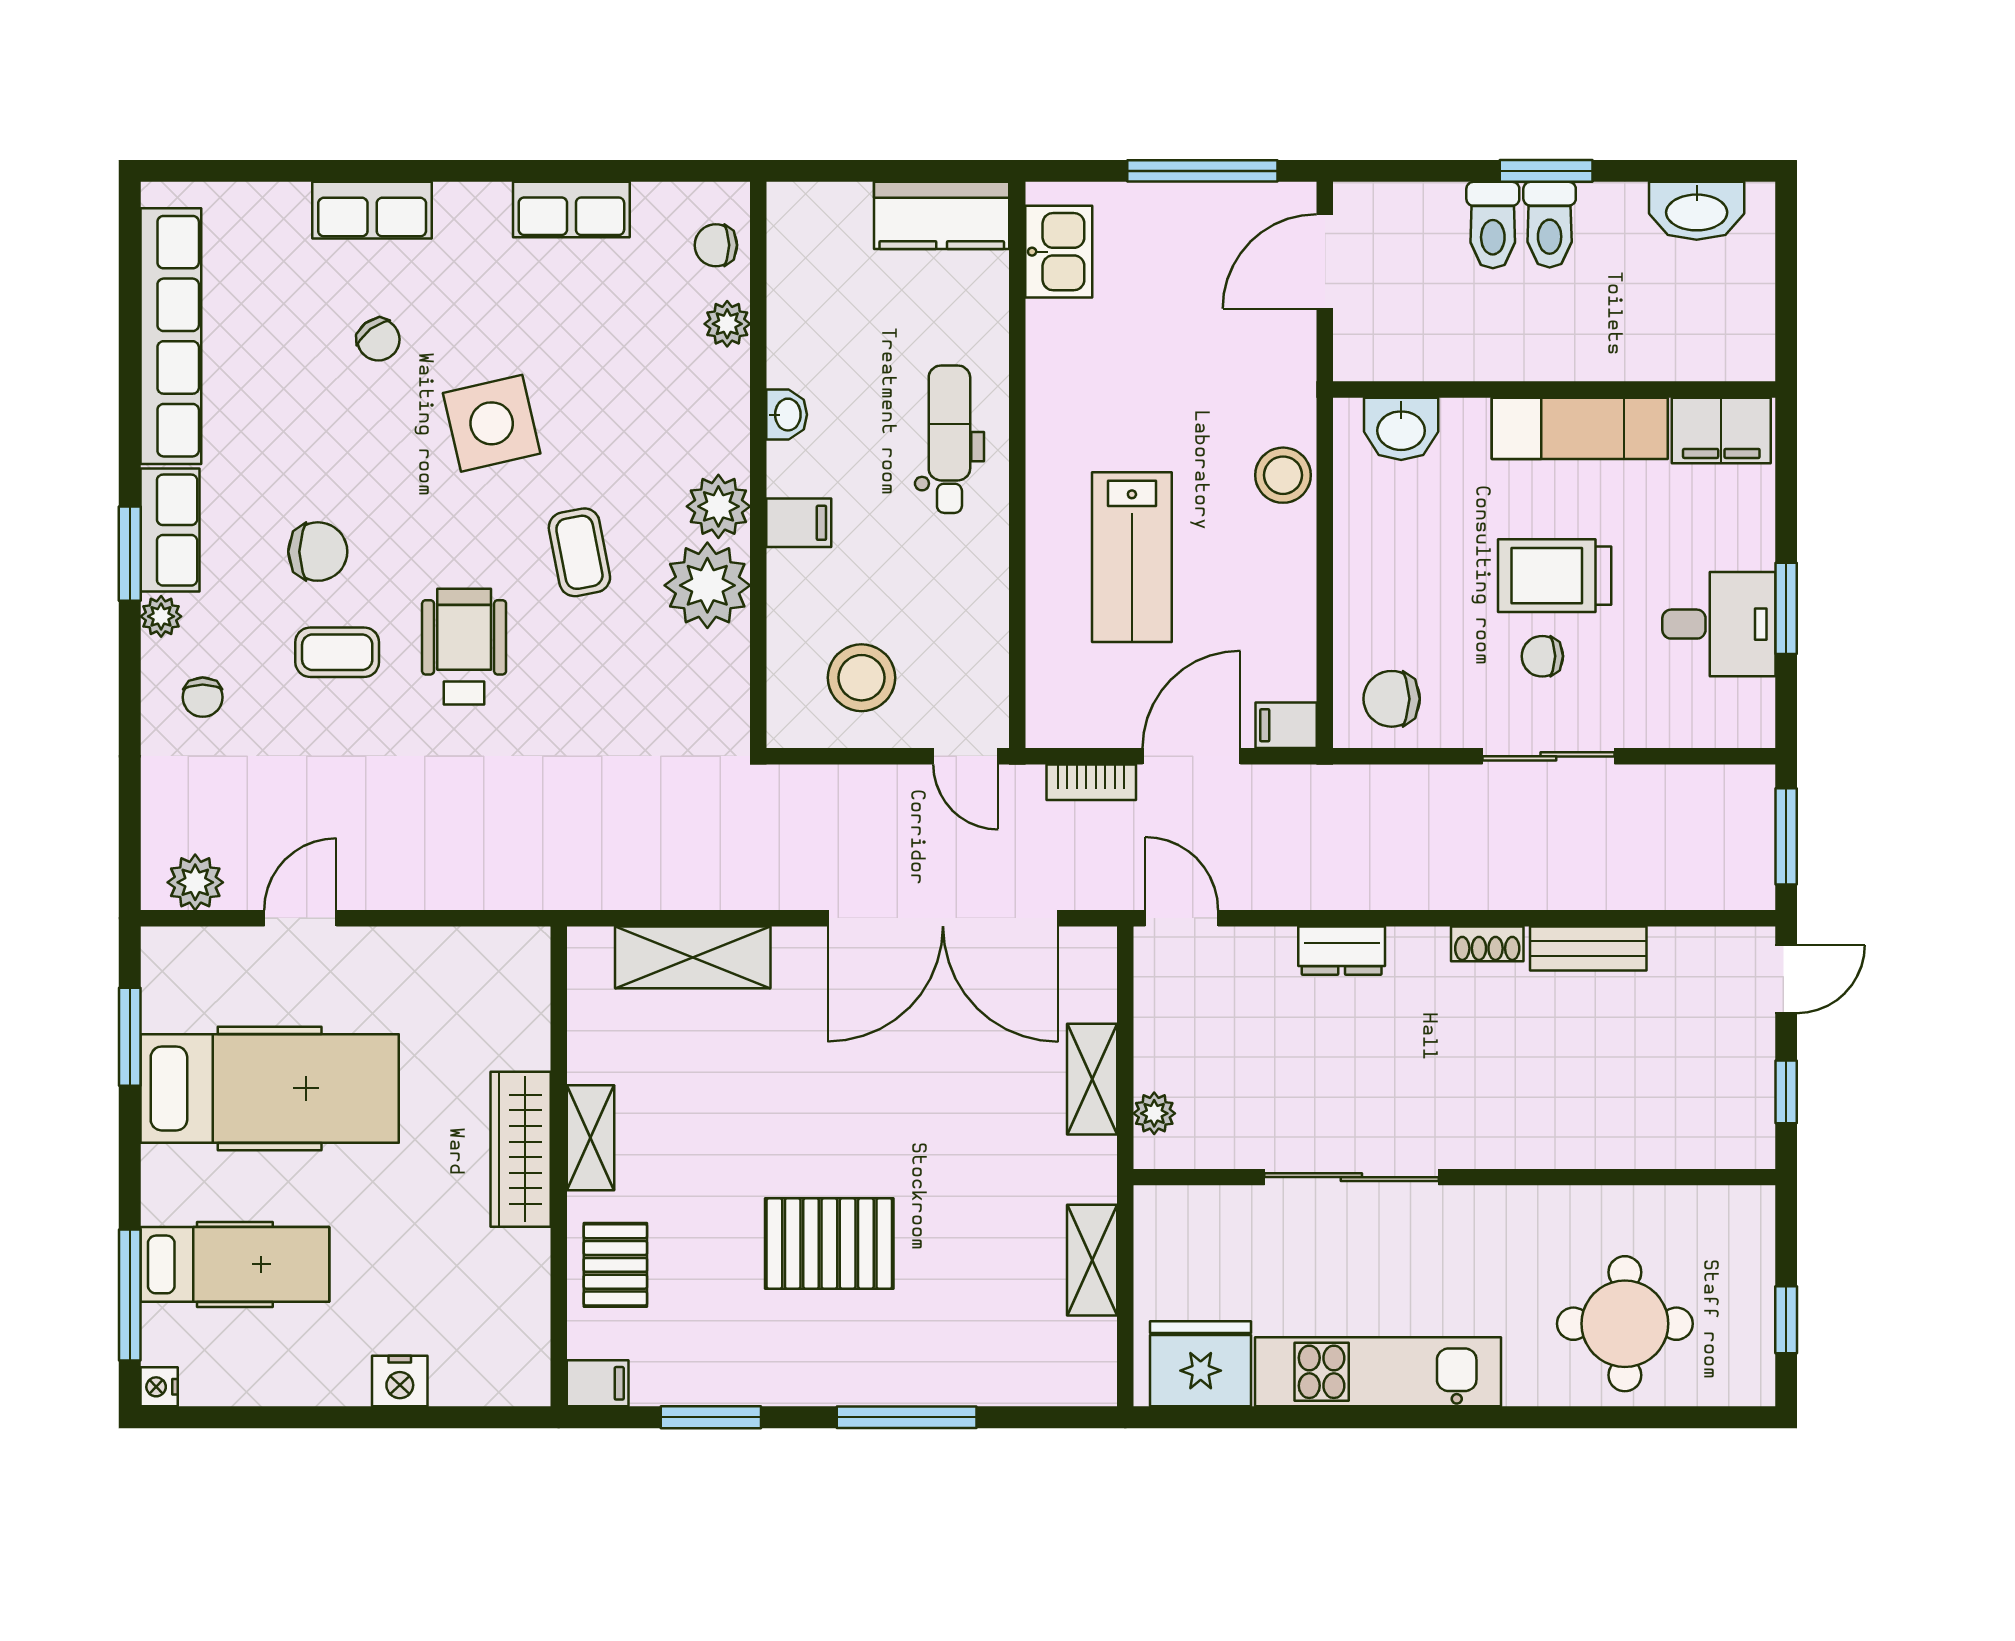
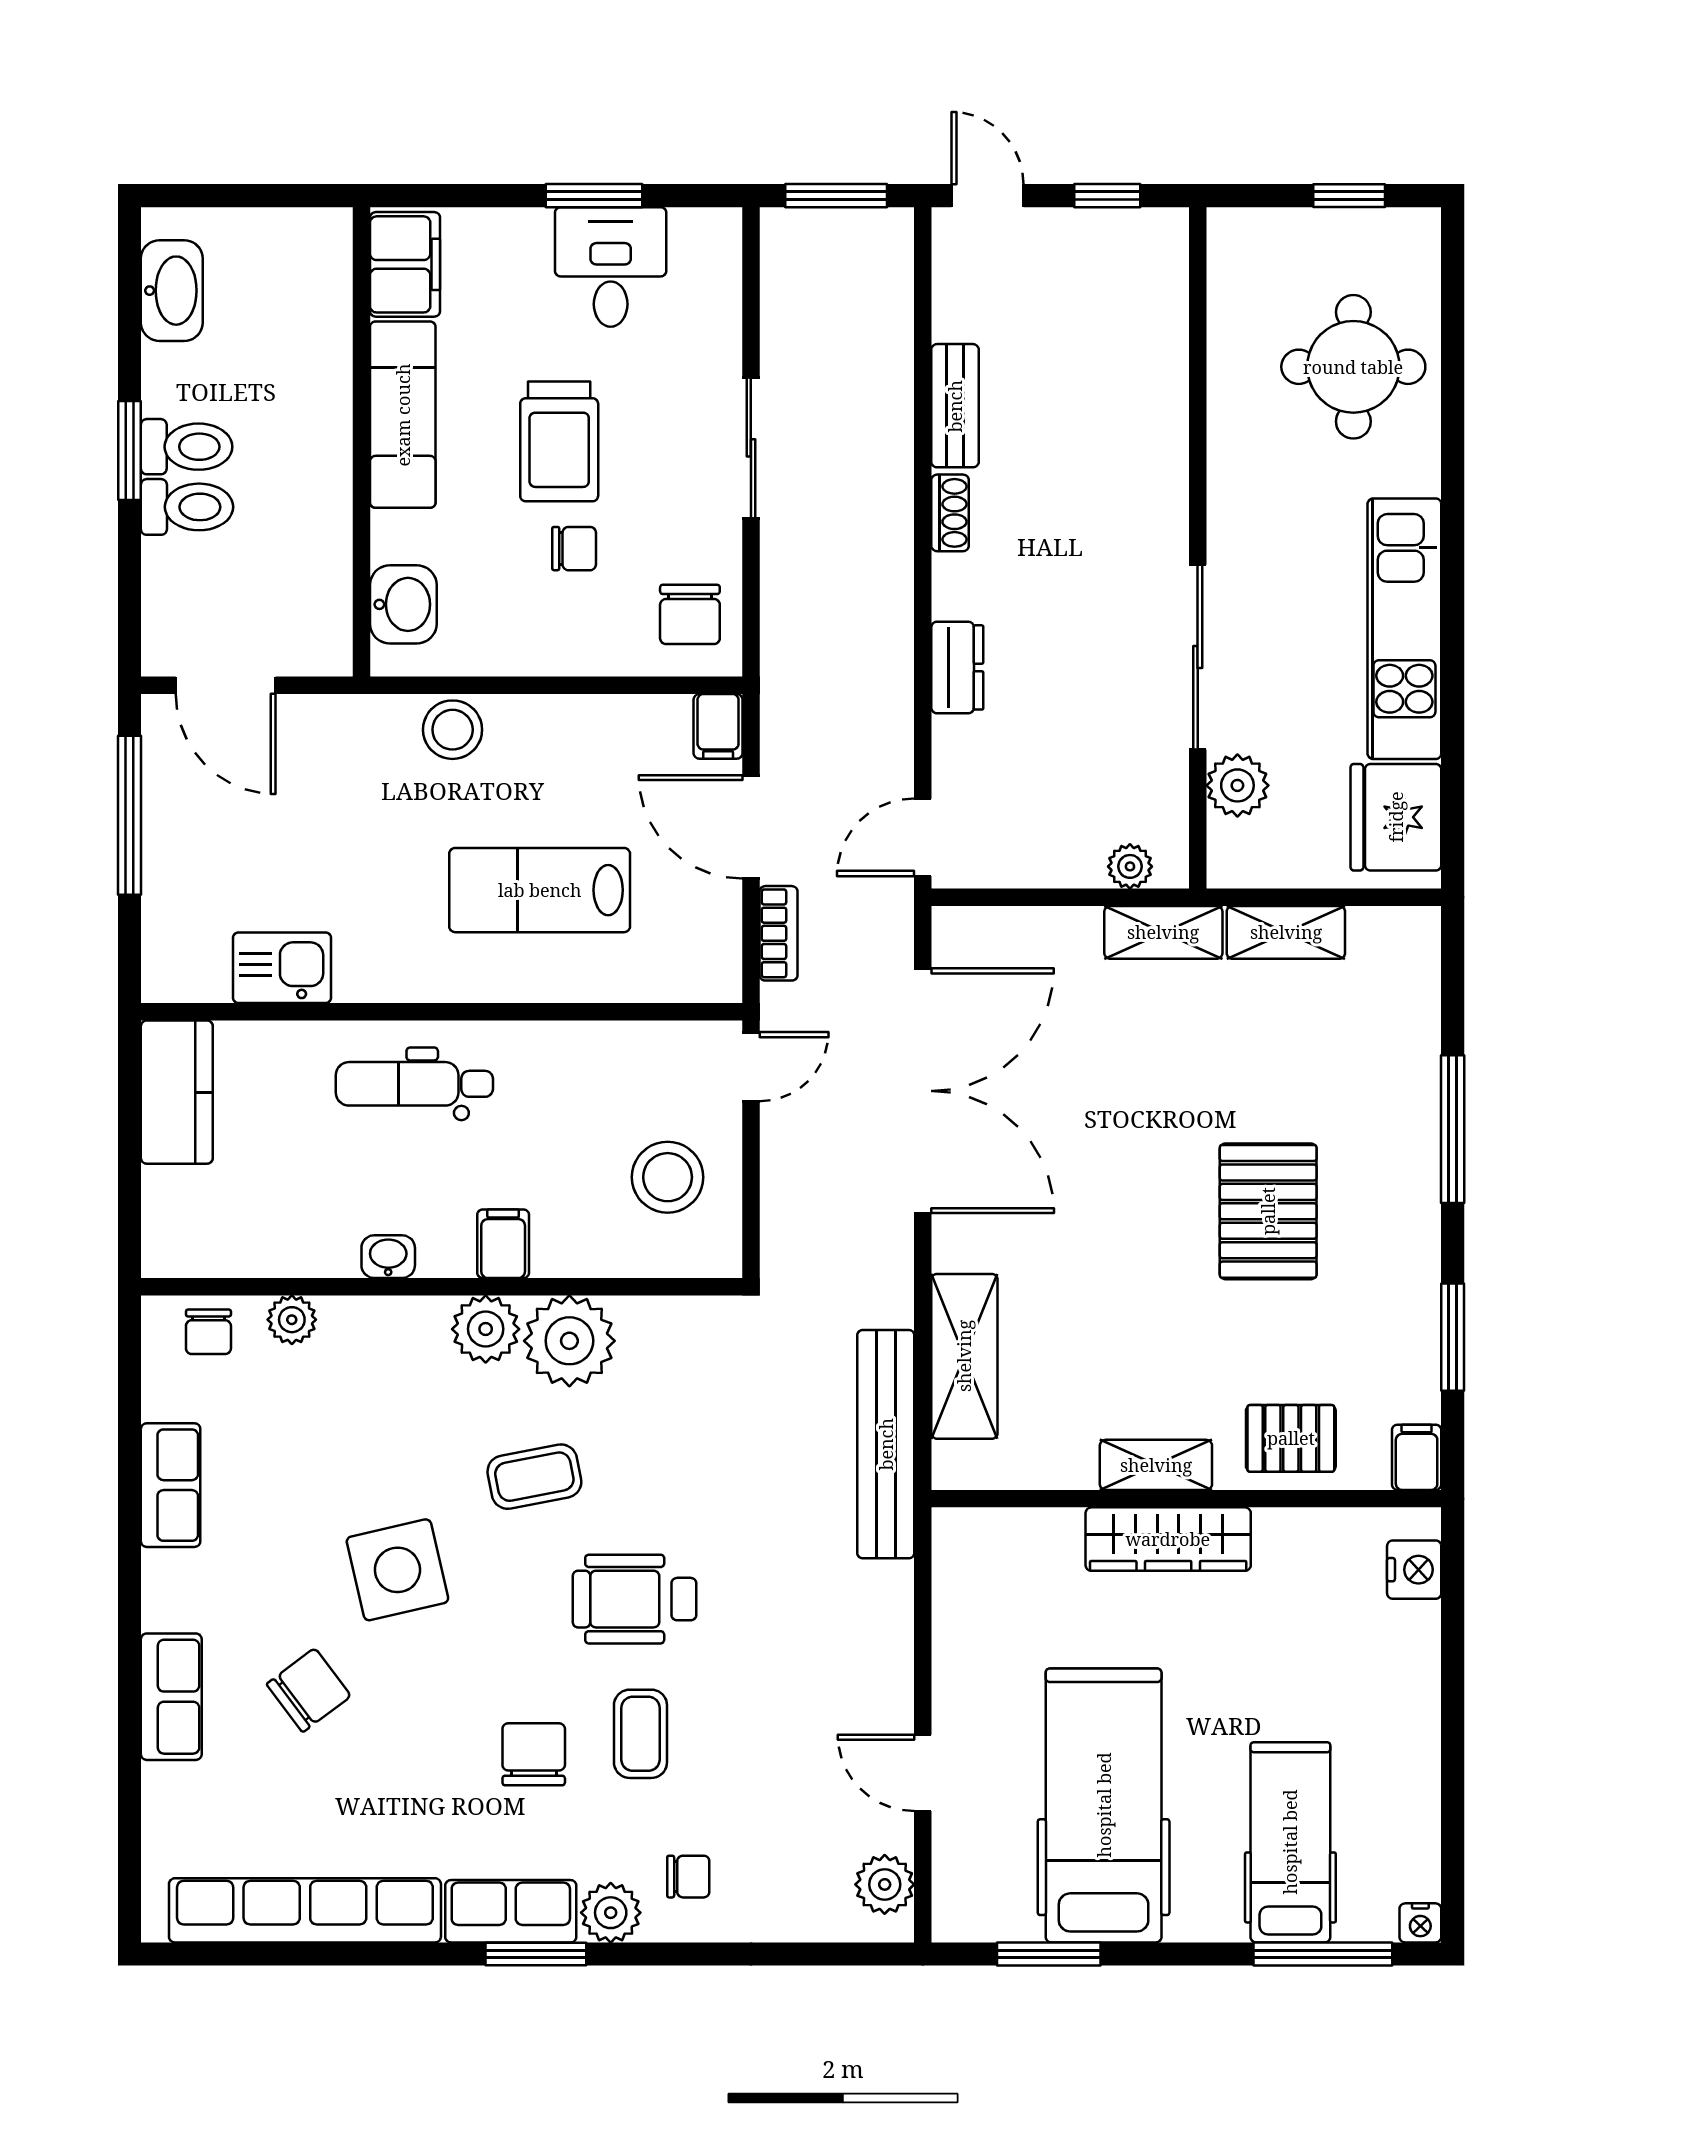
kitchen sink: (1059, 252) -> (282, 968), moved
chair: (378, 340) -> (309, 1690), width x1.37, depth x1.37
lab bench: (1132, 557) -> (540, 890), turned 180
plant: (161, 616) -> (611, 1913), width x1.38, depth x1.38
chair: (1542, 656) -> (574, 549), moved, turned -90
bench: (610, 883) -> (886, 1444), added
shelving: (1092, 1079) -> (1163, 932), moved
plant: (1231, 1215) -> (1237, 785), added
nightstand: (400, 1381) -> (1414, 1570), moved

